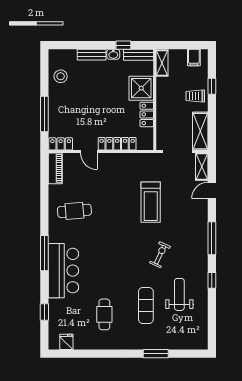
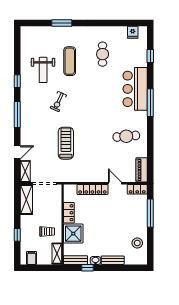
trolley: (195, 96) -> (47, 231), moved

